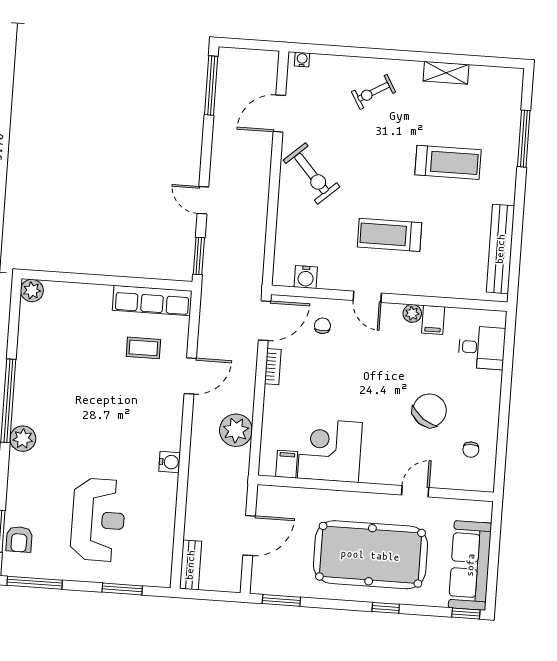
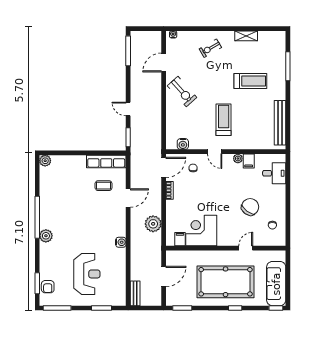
treadmill: (389, 235) -> (224, 120), turned 90

